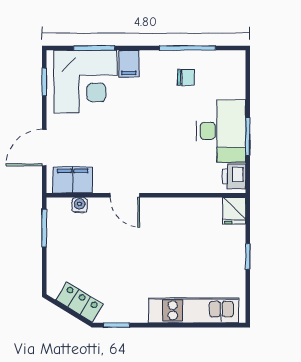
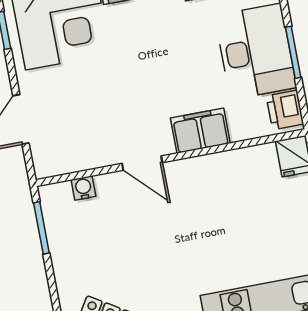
filing cabinet: (73, 180) -> (200, 131), moved

